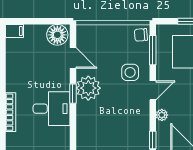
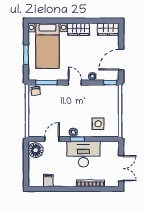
filing cabinet: (15, 31) -> (48, 180), moved
side table: (130, 72) -> (98, 124), moved
plant: (88, 88) -> (73, 132), width x0.53, depth x0.53
desk: (52, 109) -> (83, 154), width x1.37

